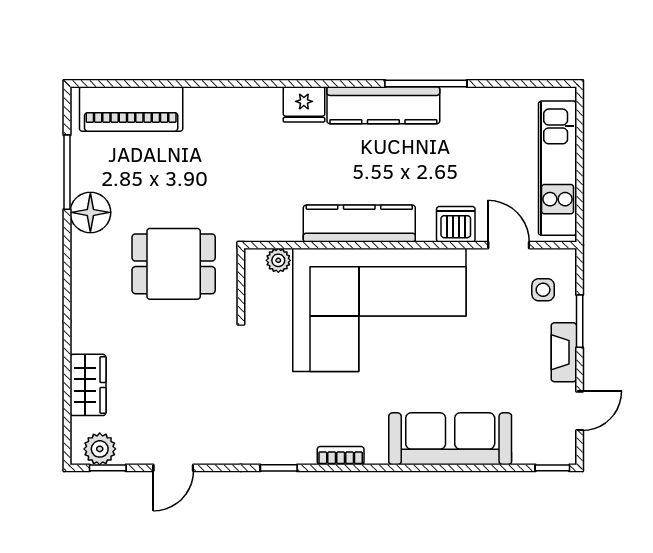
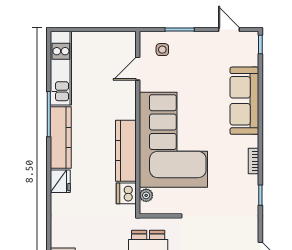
kitchen unit: (558, 168) -> (61, 68), moved, turned -90
dishwasher: (456, 224) -> (126, 193), moved
fireplace: (564, 352) -> (197, 38), removed

